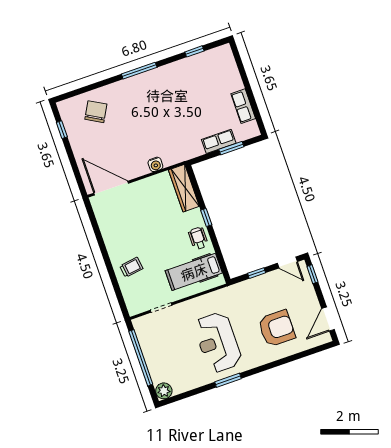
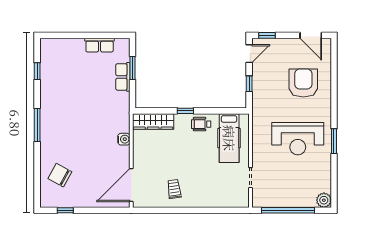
trolley: (131, 267) -> (174, 189), moved

